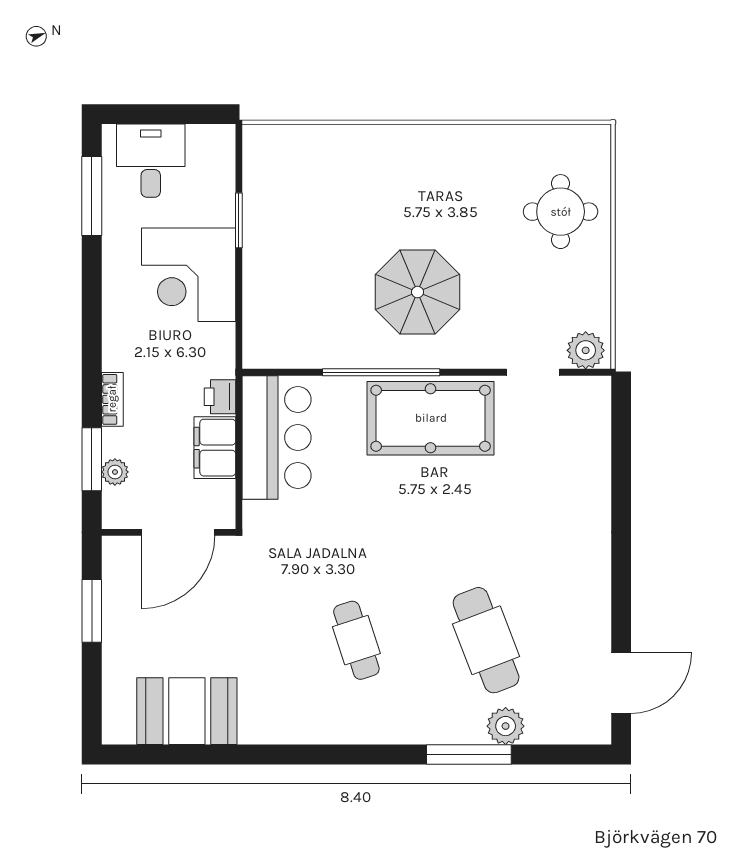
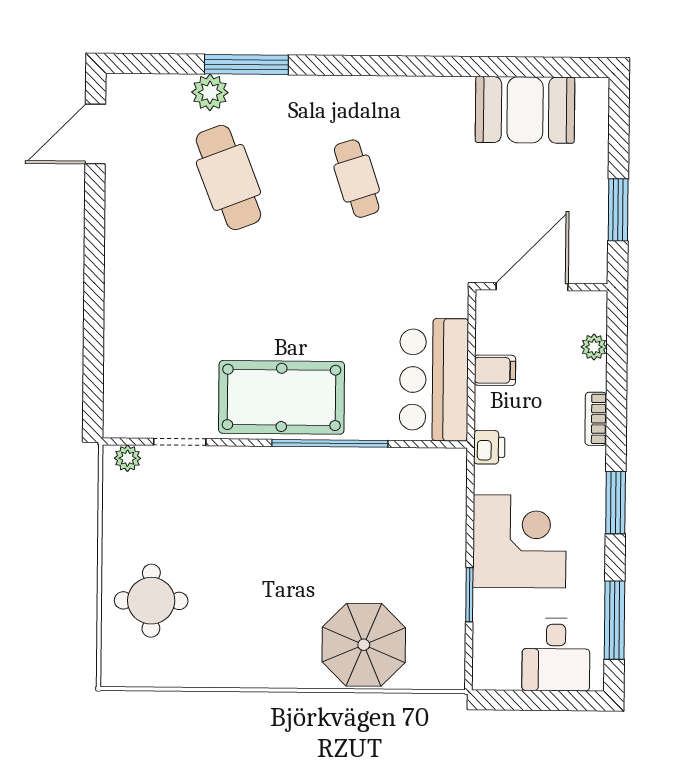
parasol: (418, 292) -> (364, 645), moved
plant: (586, 350) -> (128, 458), width x0.73, depth x0.73
printer: (220, 397) -> (489, 447), moved
filing cabinet: (215, 448) -> (495, 370), width x0.50
window: (92, 459) -> (616, 503), moved

